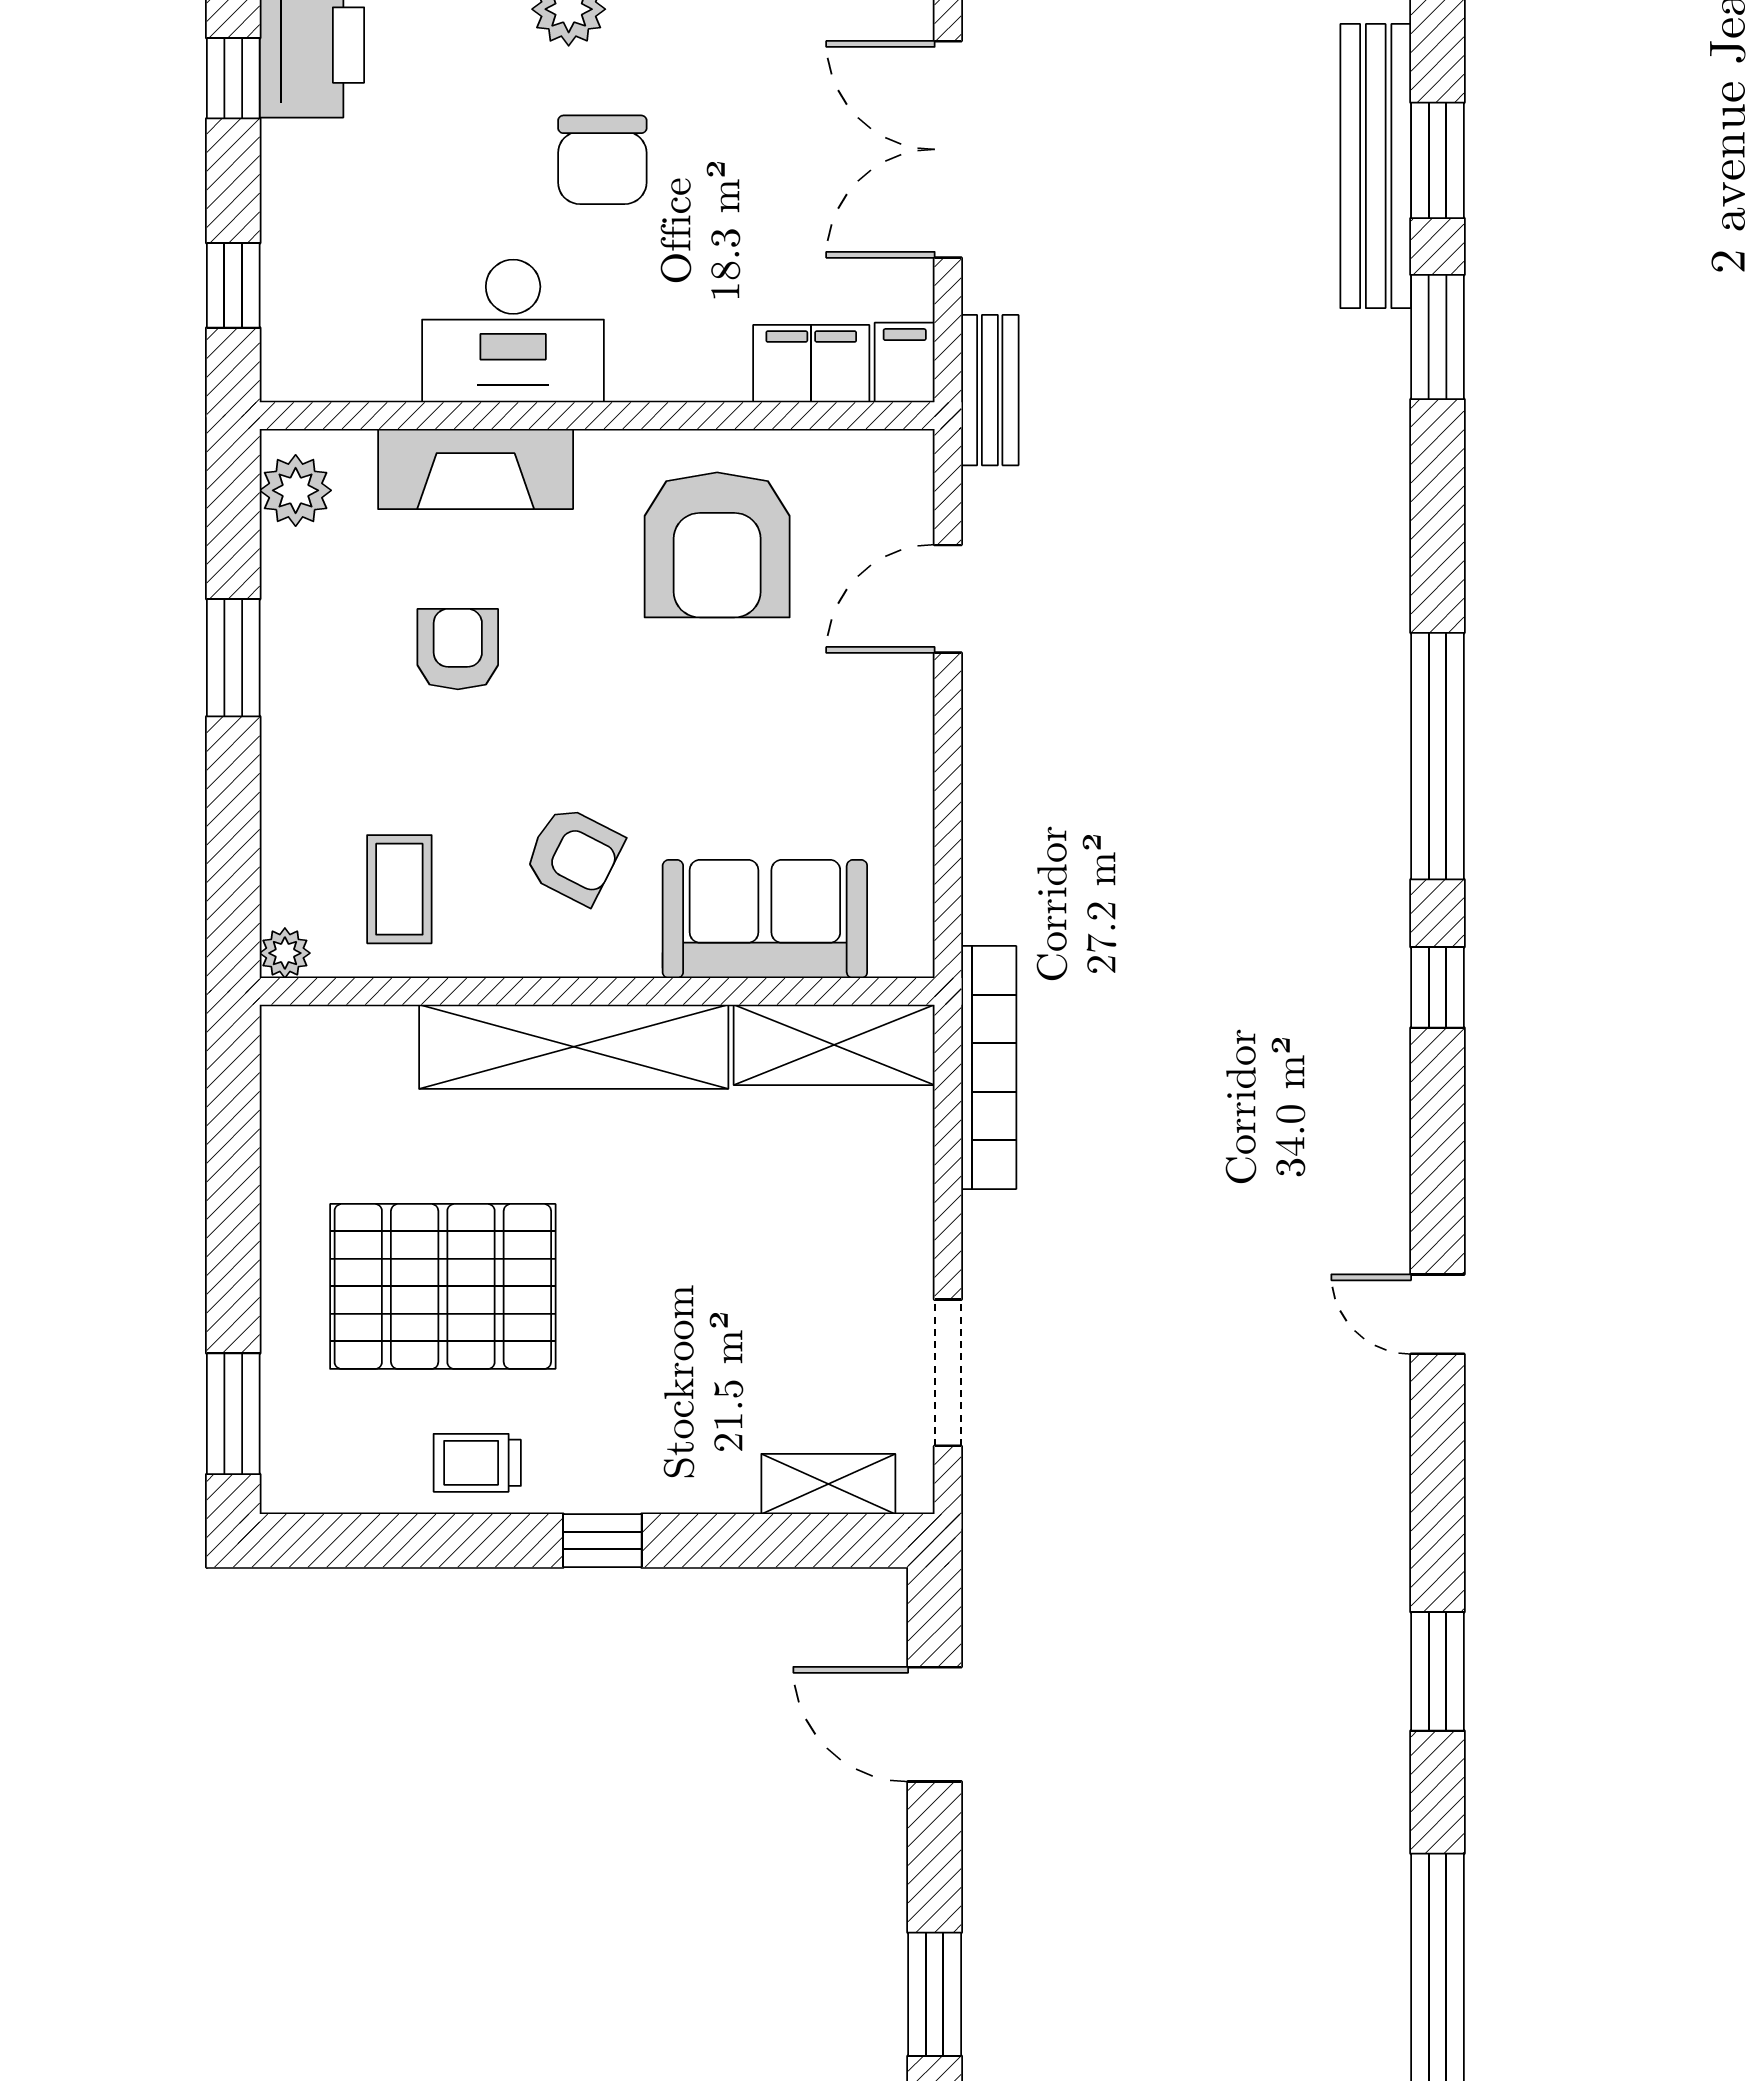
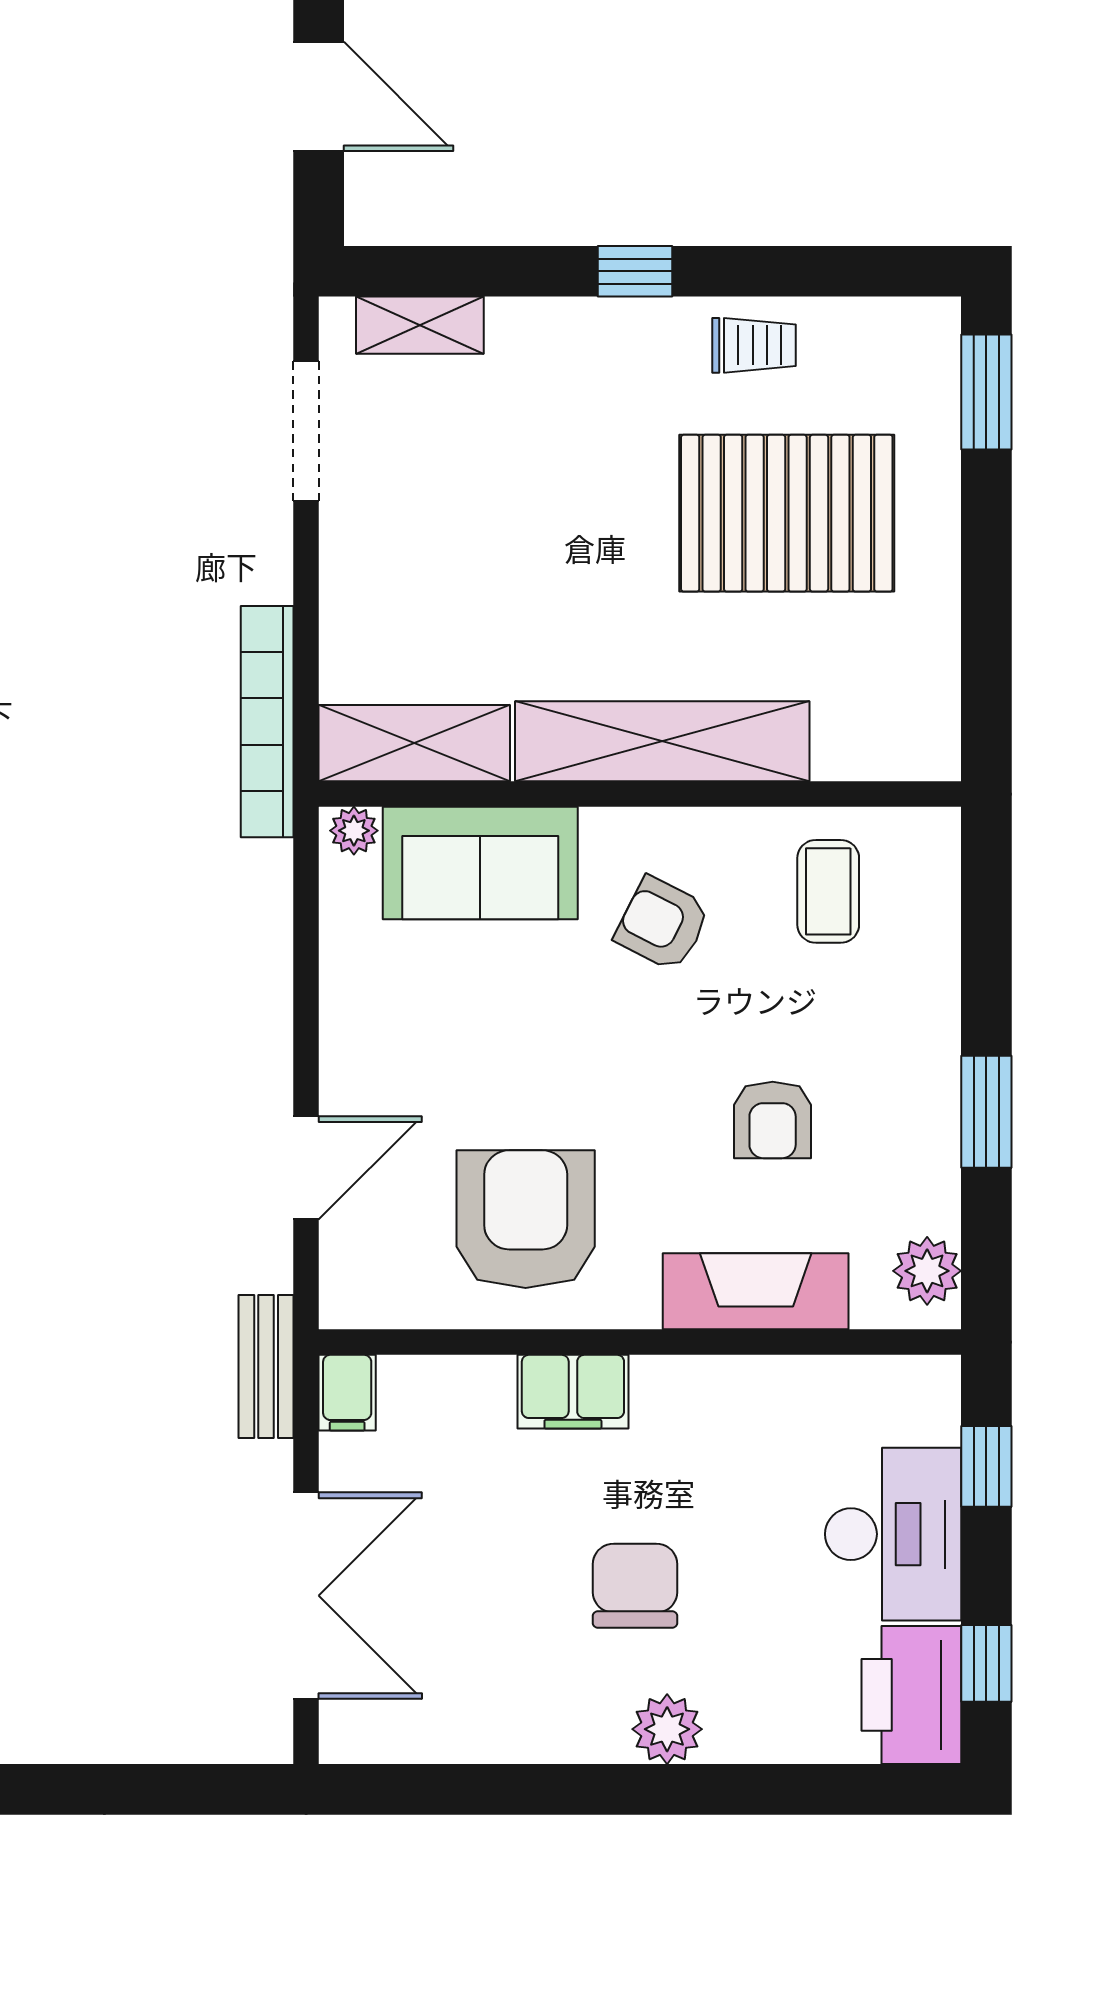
desk: (513, 331) -> (893, 1534), moved, turned 90
filing cabinet: (811, 364) -> (573, 1392), moved
plant: (285, 953) -> (354, 831), moved

